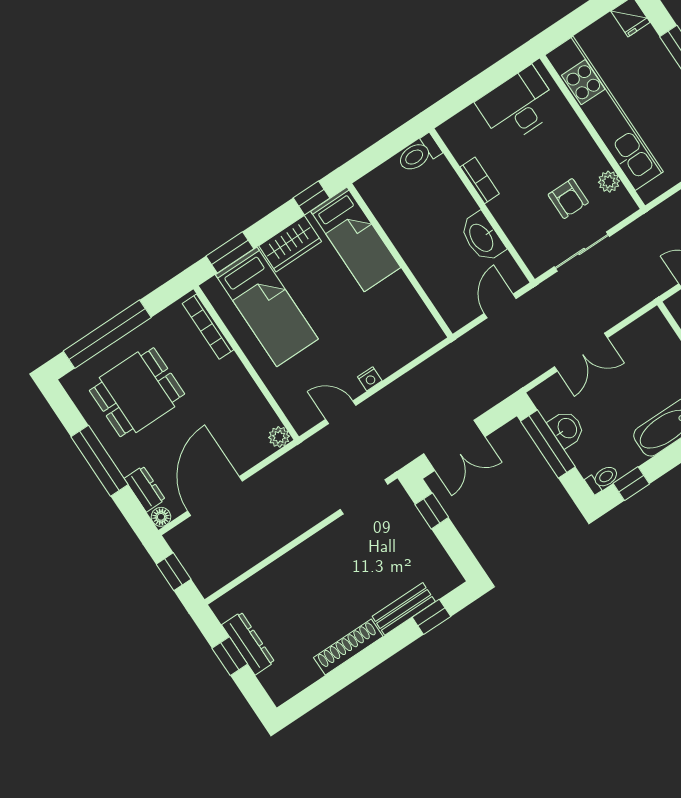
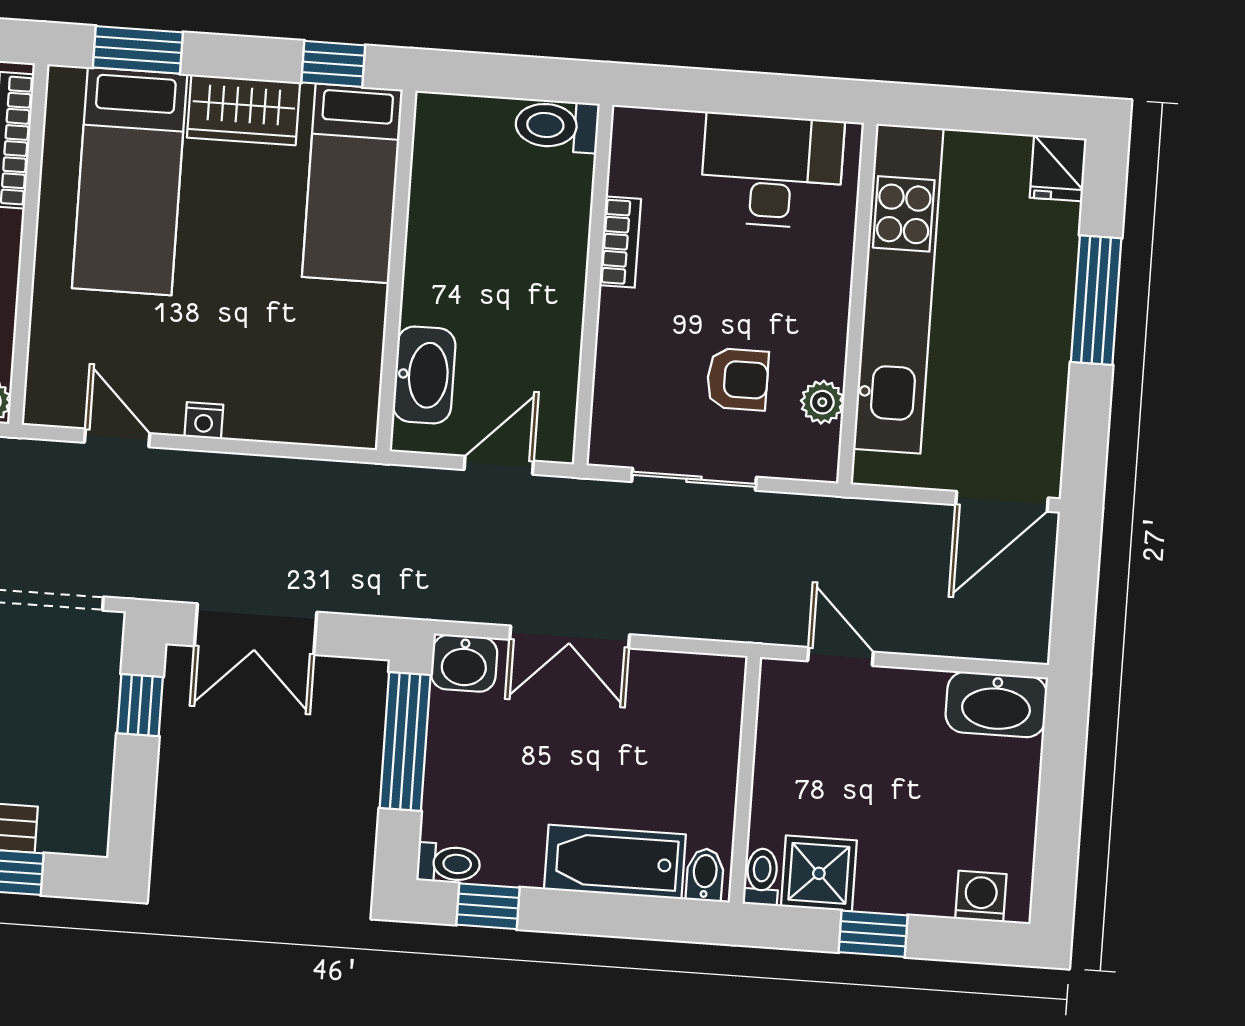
armchair: (568, 199) -> (738, 379), turned -90
washbasin: (482, 237) -> (424, 375), moved, turned 180
washbasin: (567, 429) -> (464, 663), moved, turned 90

